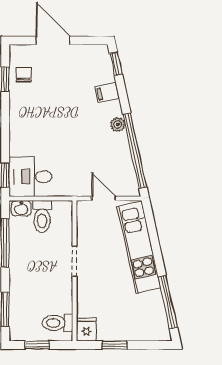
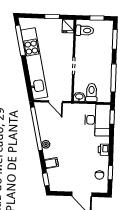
printer: (18, 119) -> (104, 150), added
desk: (30, 177) -> (97, 120), width x1.37
washbasin: (21, 208) -> (79, 97), moved
kitchen unit: (139, 247) -> (34, 64), width x1.36

